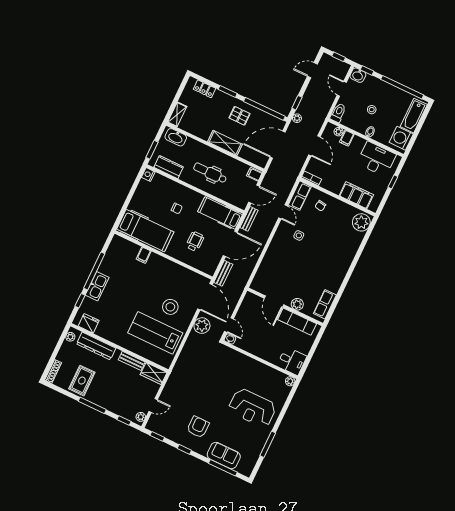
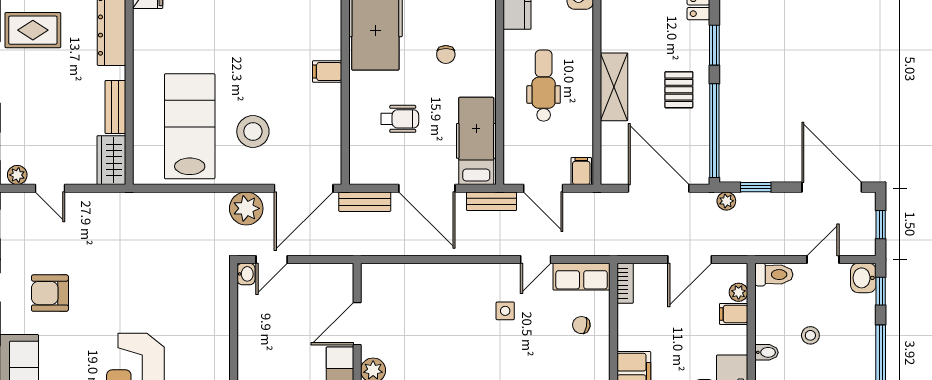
door: (312, 70) -> (832, 187), width x1.88
filing cabinet: (144, 255) -> (327, 72), moved
armchair: (198, 427) -> (50, 293), turned 180

